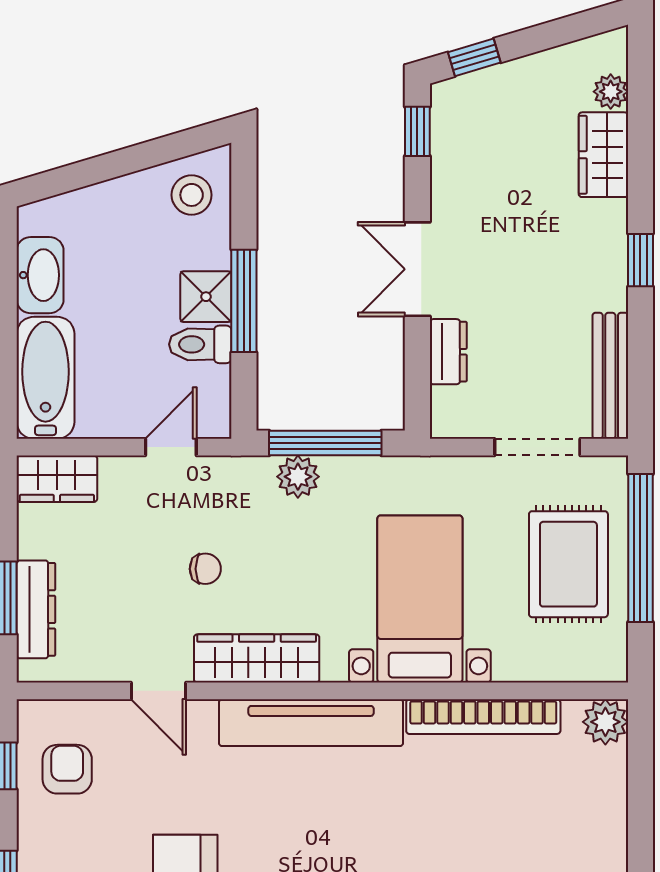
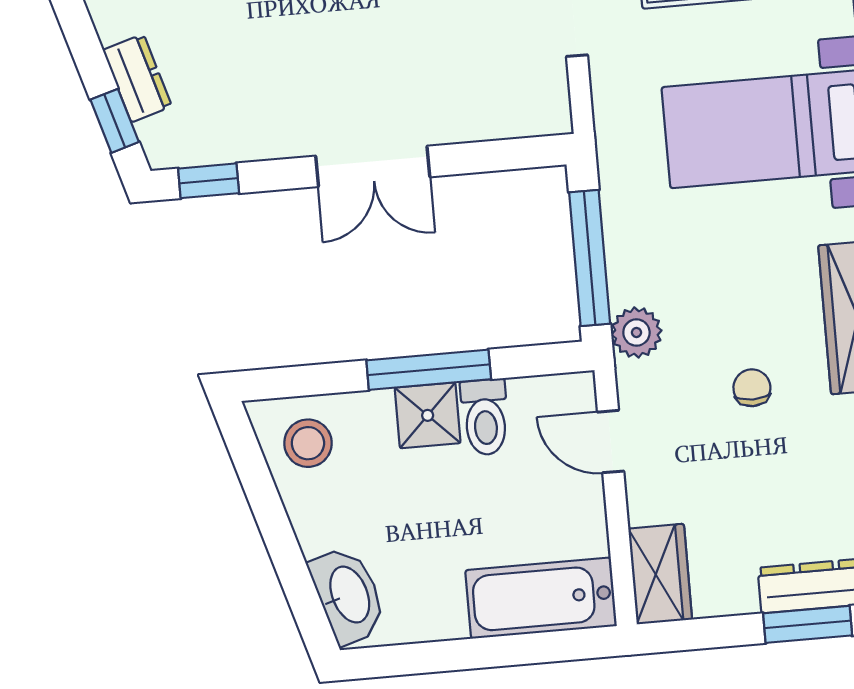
washbasin: (40, 275) -> (348, 595), moved, turned 73
dresser: (448, 352) -> (137, 78), moved, turned 73
plant: (298, 477) -> (636, 332), moved

